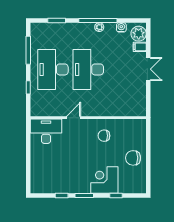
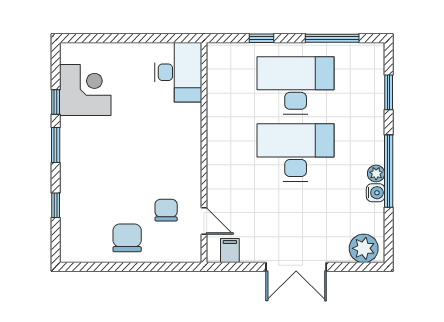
water cooler: (121, 27) -> (376, 193), moved
filing cabinet: (140, 47) -> (230, 251), moved
double door: (148, 69) -> (296, 267), width x1.37
door: (74, 118) -> (204, 221), moved
chair: (104, 136) -> (166, 210), moved
corner desk: (104, 180) -> (85, 90), moved

